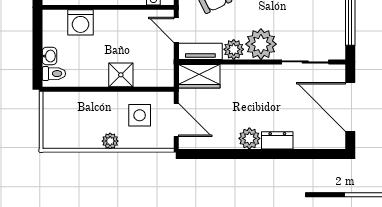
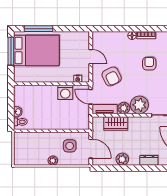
washing machine: (80, 22) -> (65, 92), moved
shower: (121, 75) -> (59, 123), removed
wardrobe: (199, 76) -> (116, 123), moved
plant: (249, 138) -> (122, 159), moved

